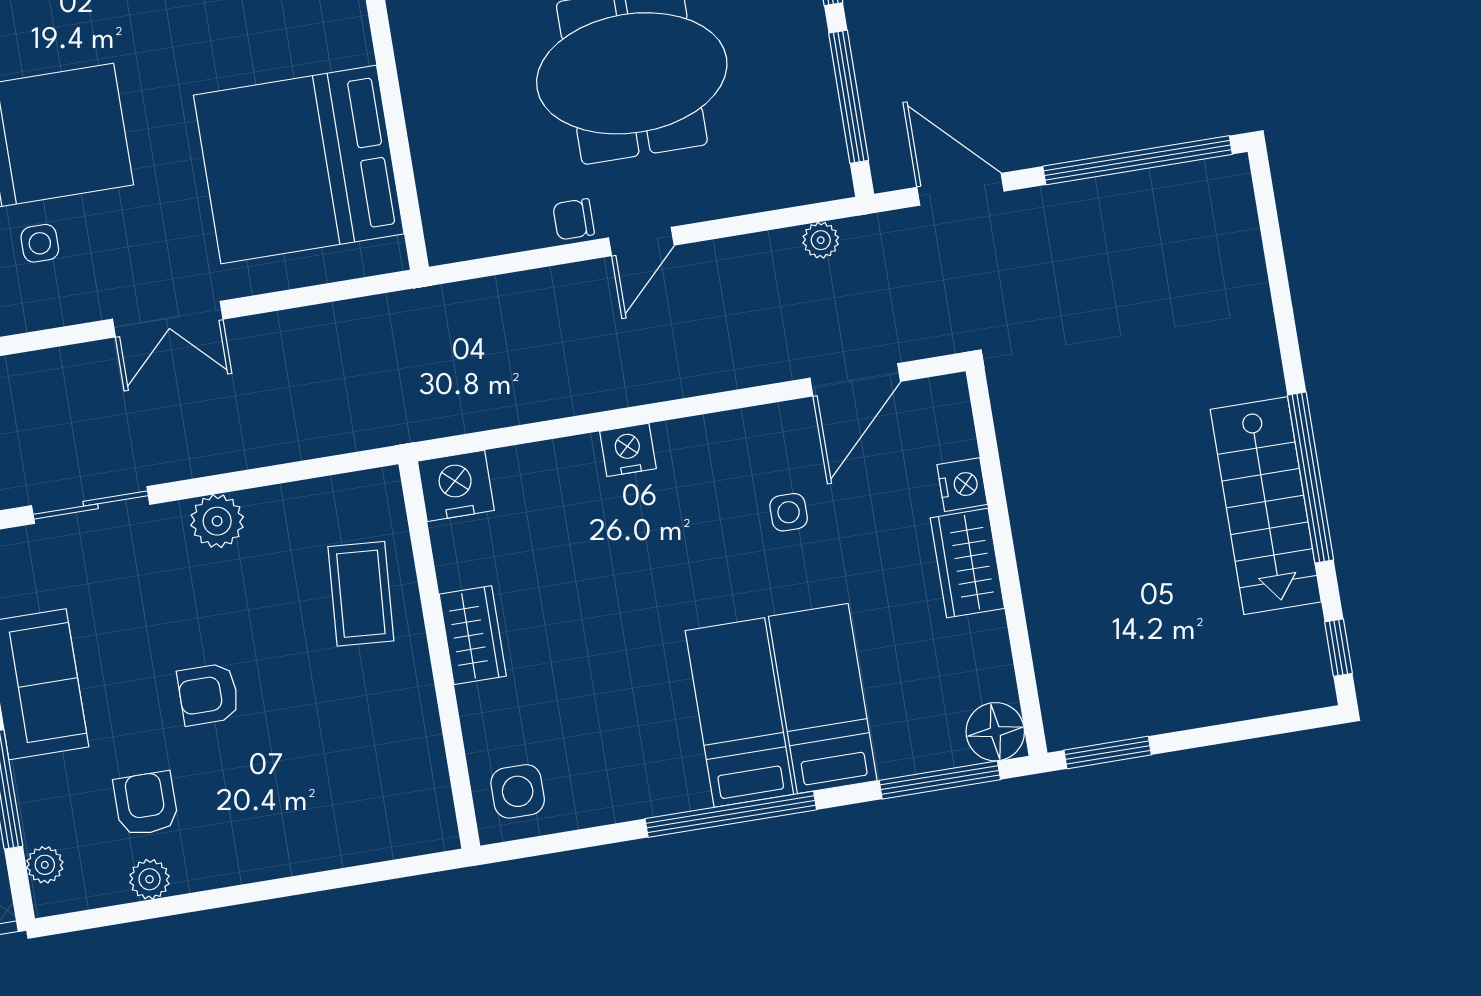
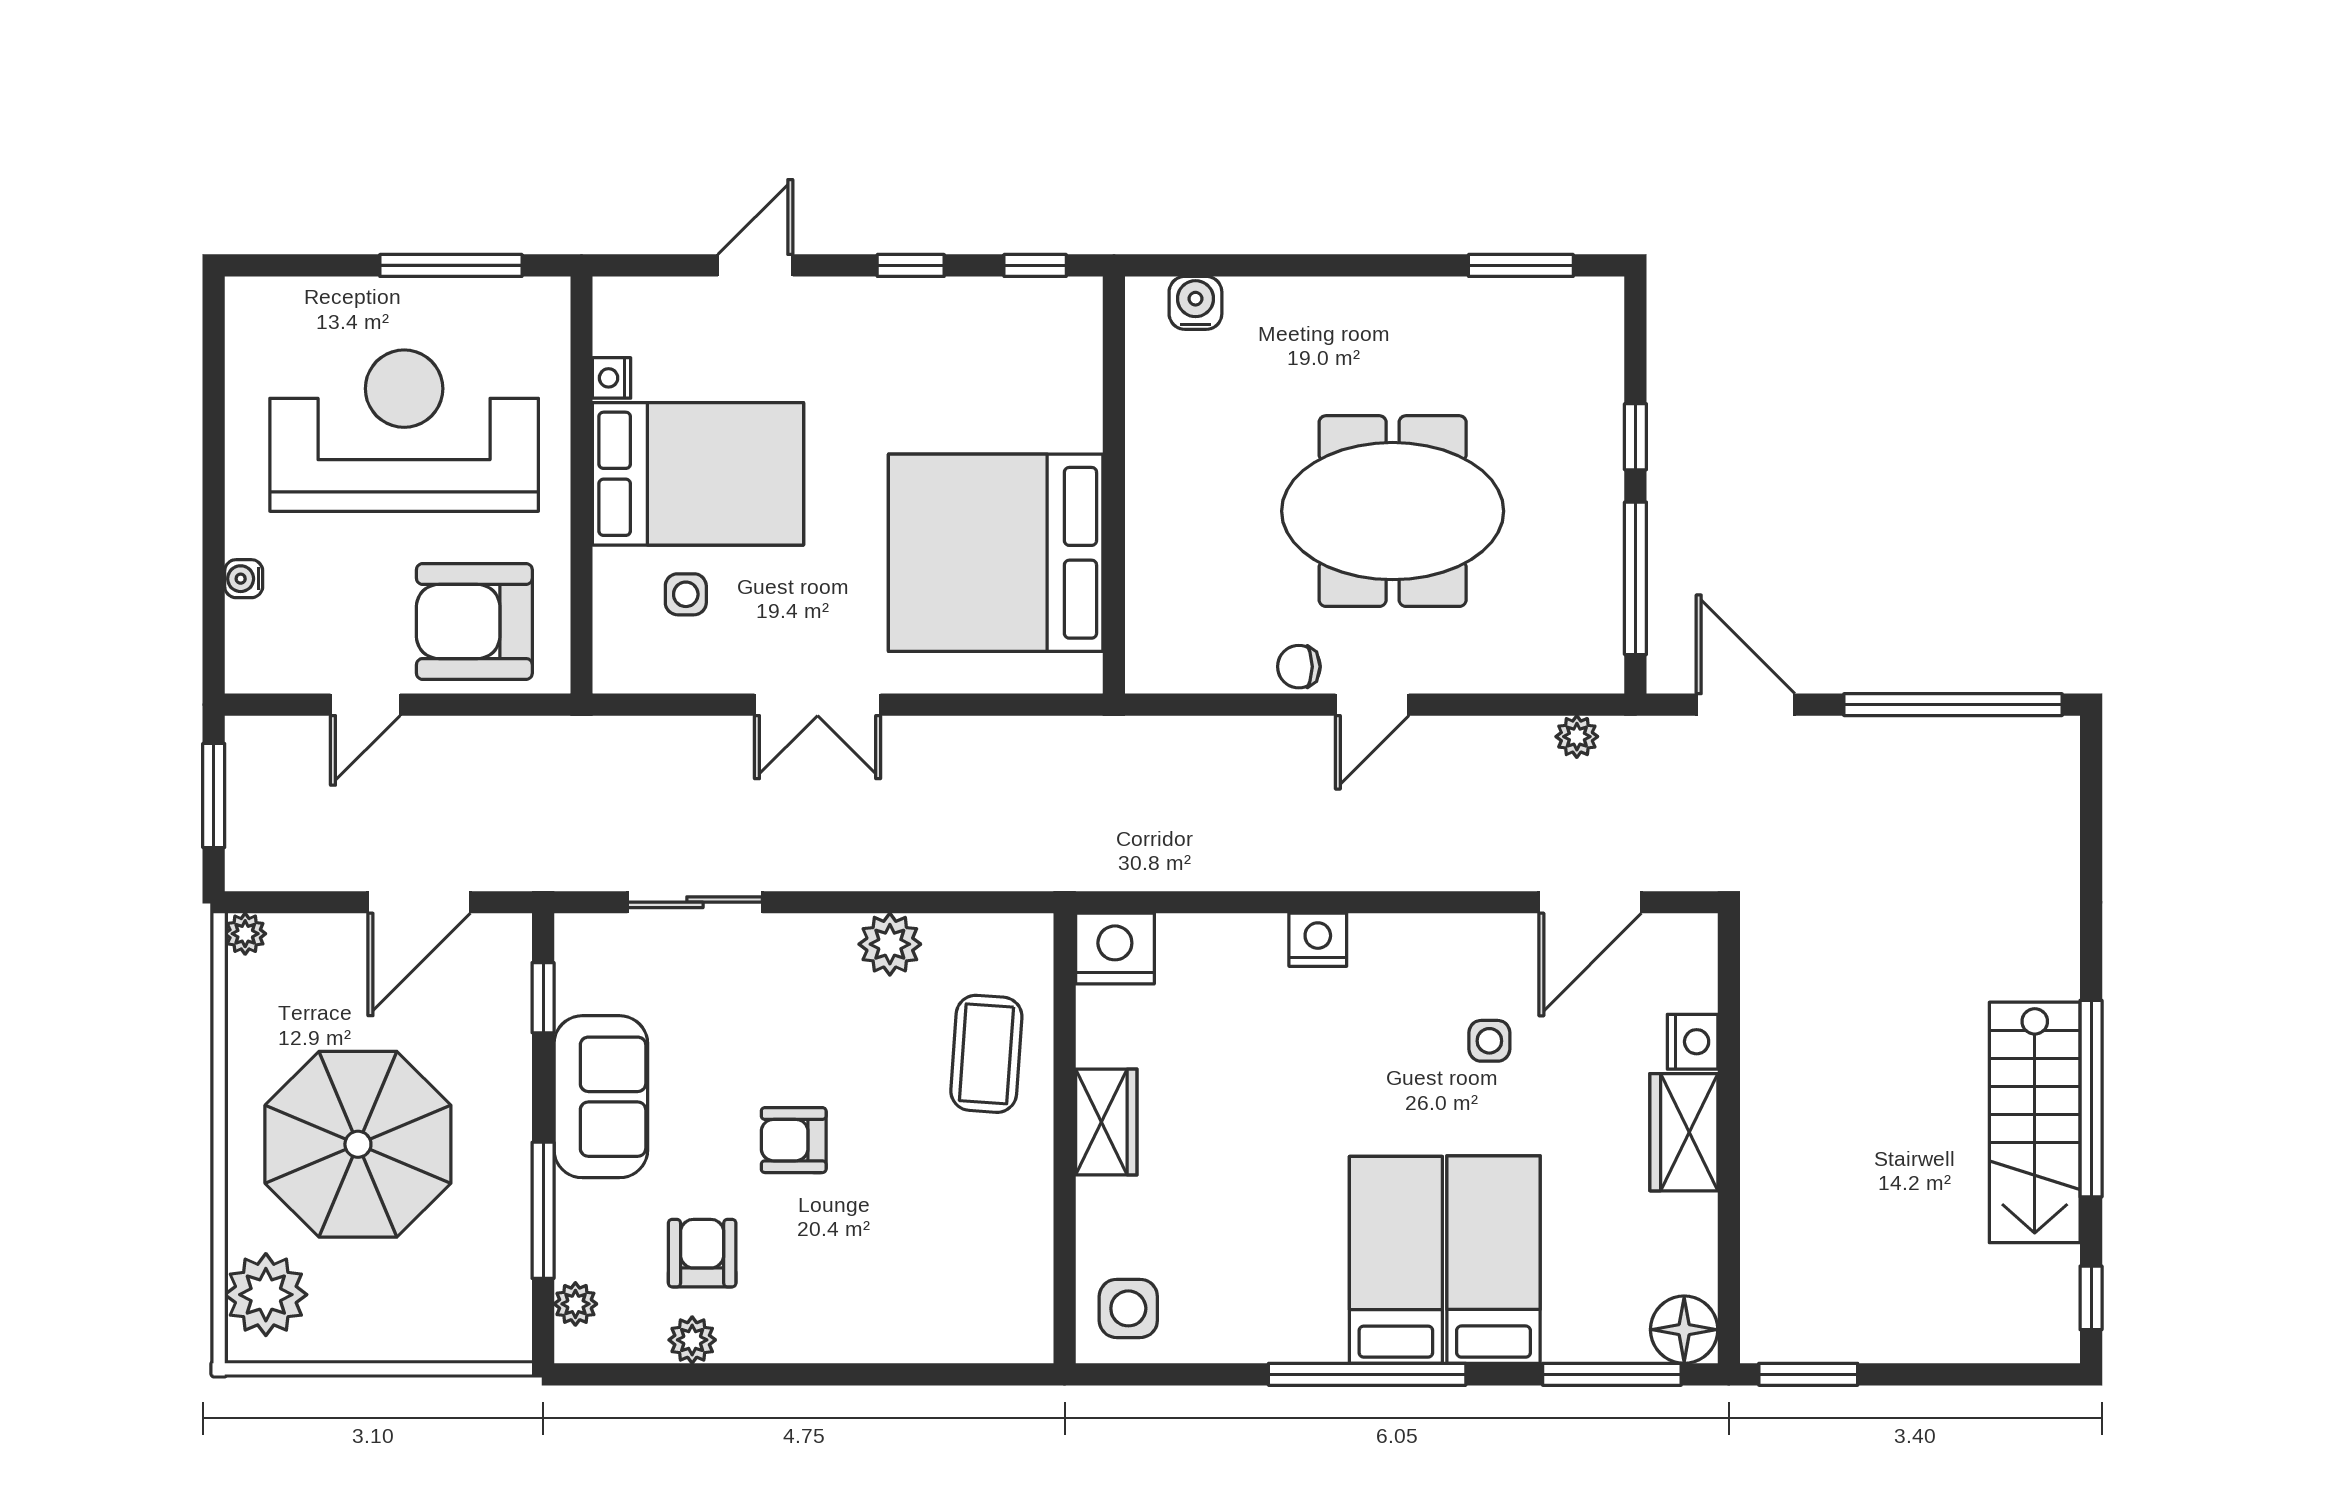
plant: (217, 521) -> (890, 944), moved

